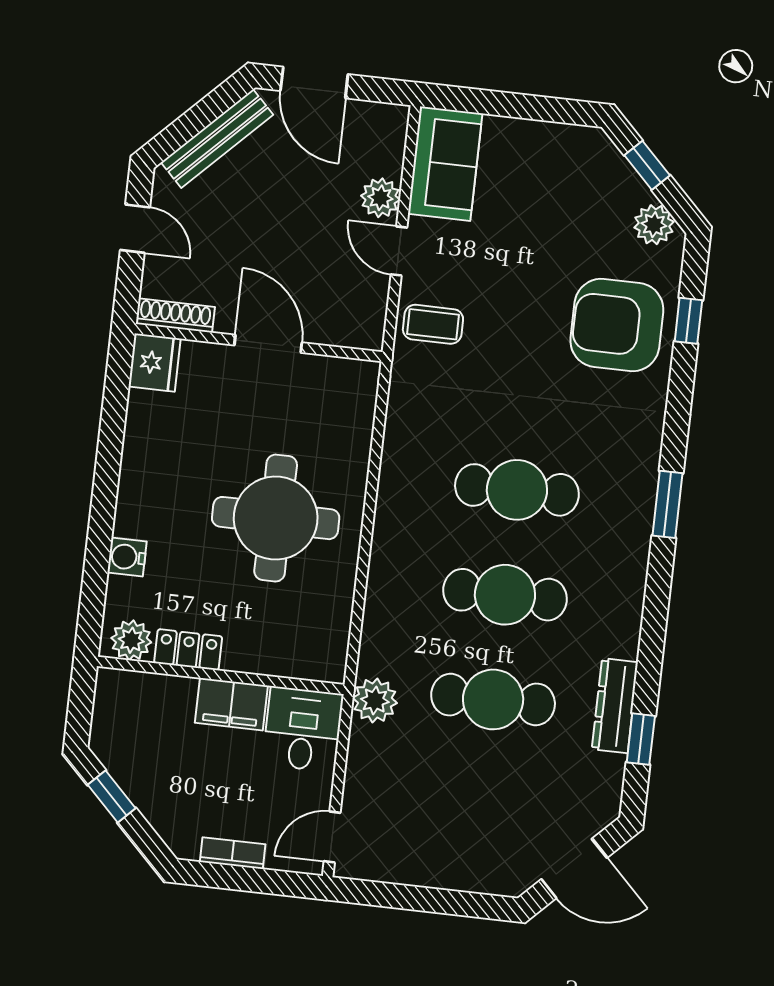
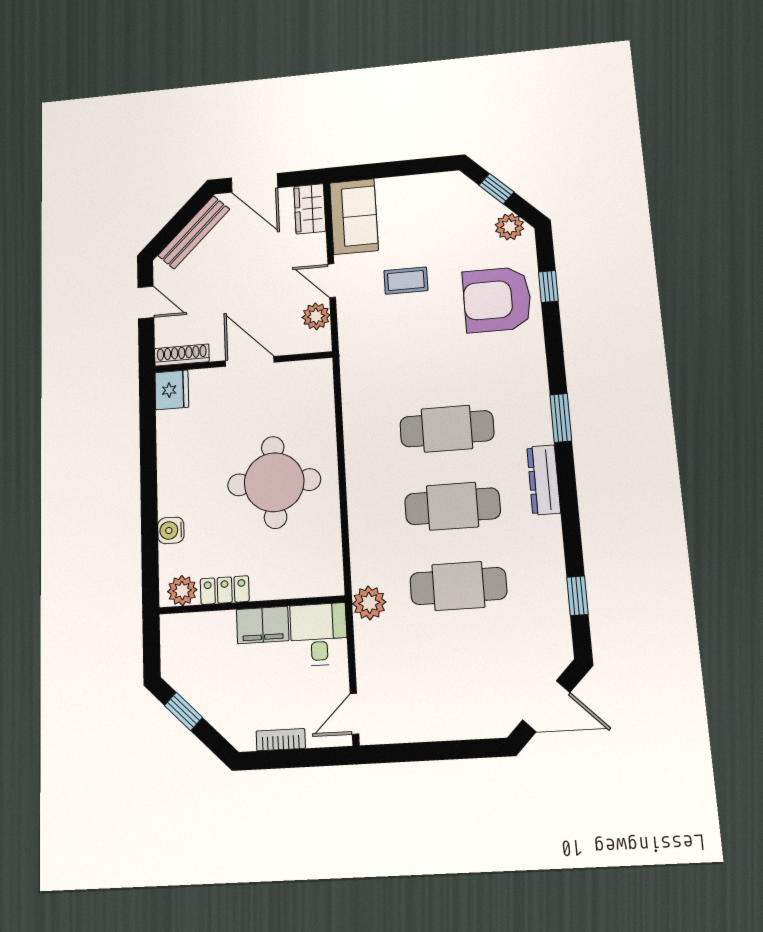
wardrobe: (386, 139) -> (310, 209), added
plant: (380, 198) -> (316, 316), moved
coffee table: (433, 324) -> (406, 281), moved
dresser: (615, 706) -> (544, 480), moved

